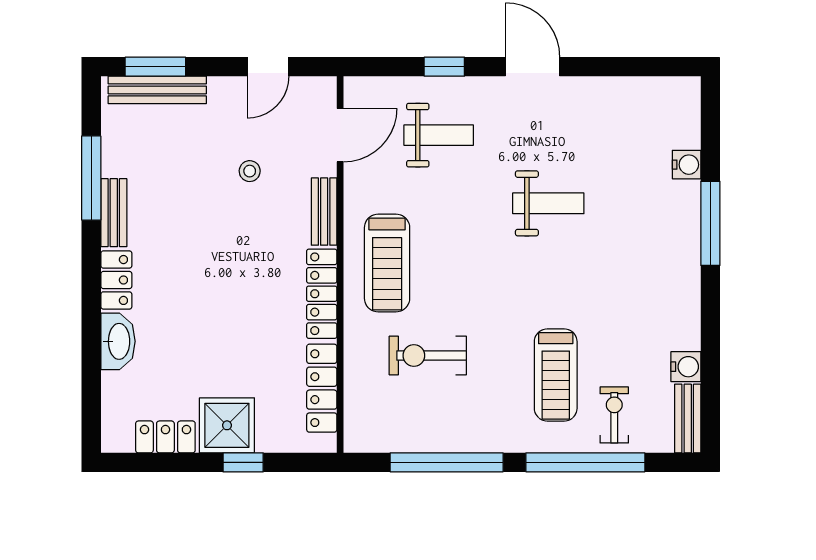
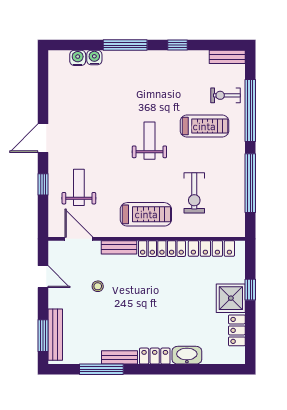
weight bench: (548, 203) -> (149, 141), moved
window: (710, 323) -> (178, 45), added
water cooler: (686, 367) -> (78, 58), moved

